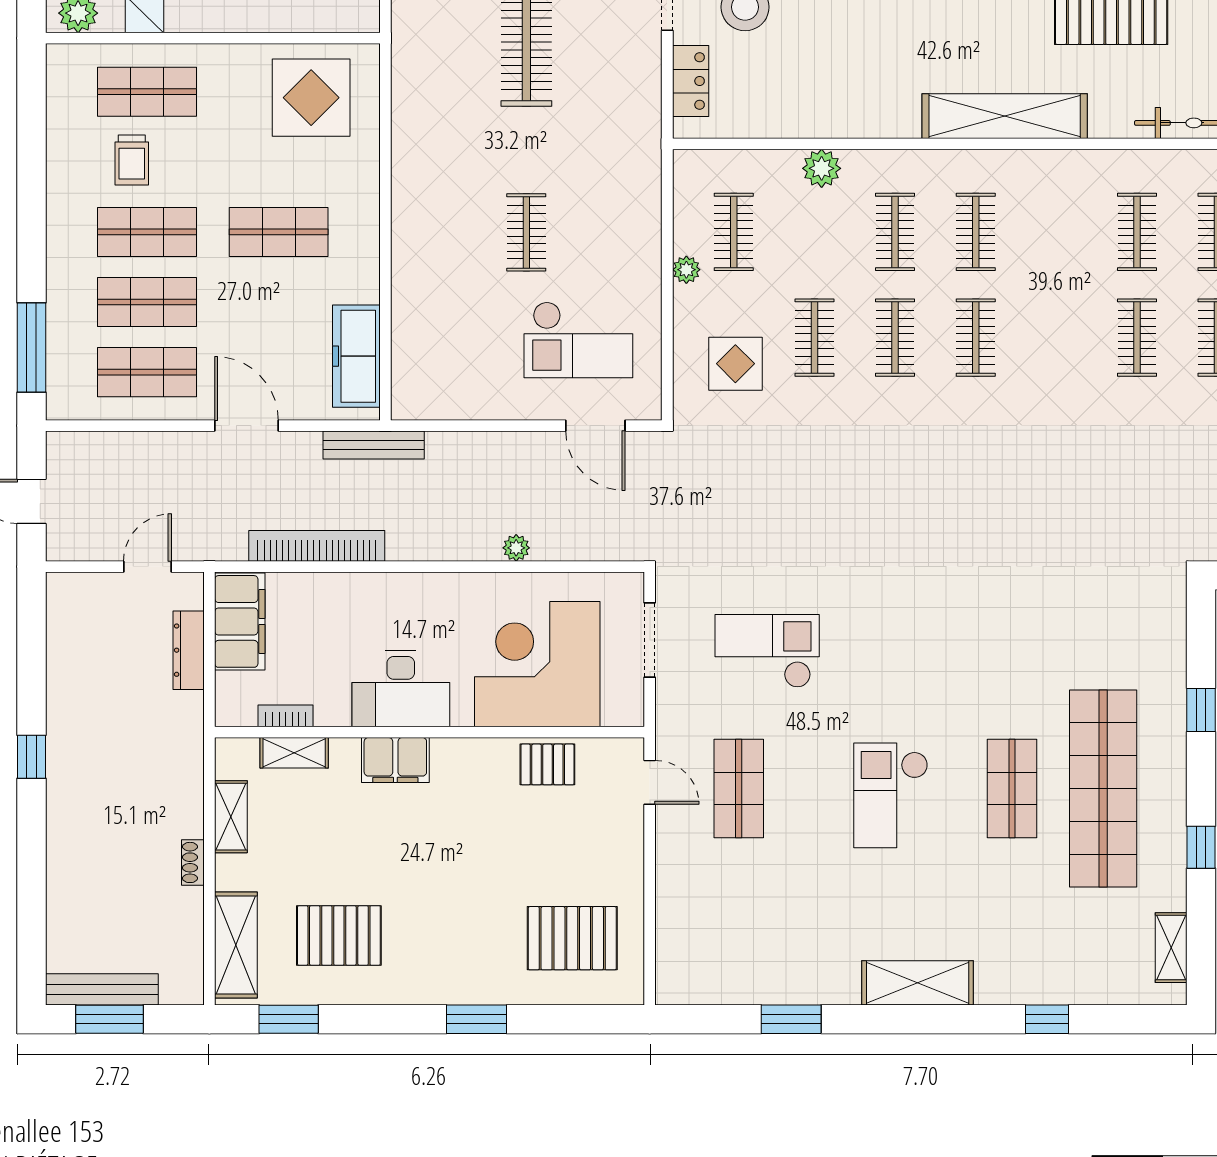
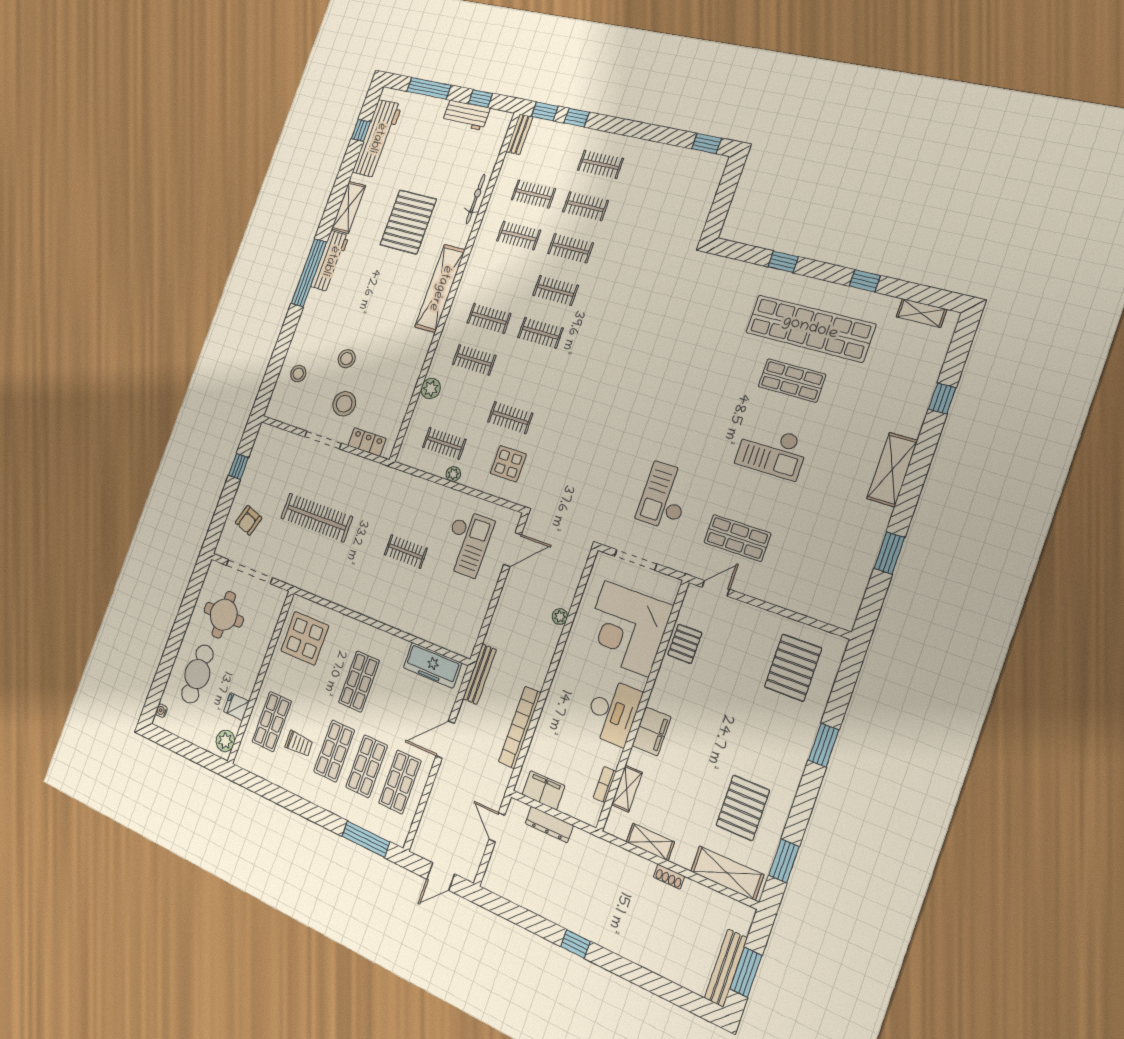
clothes rail: (895, 338) -> (555, 290), moved
filing cabinet: (240, 621) -> (543, 790), width x0.67, depth x0.86

